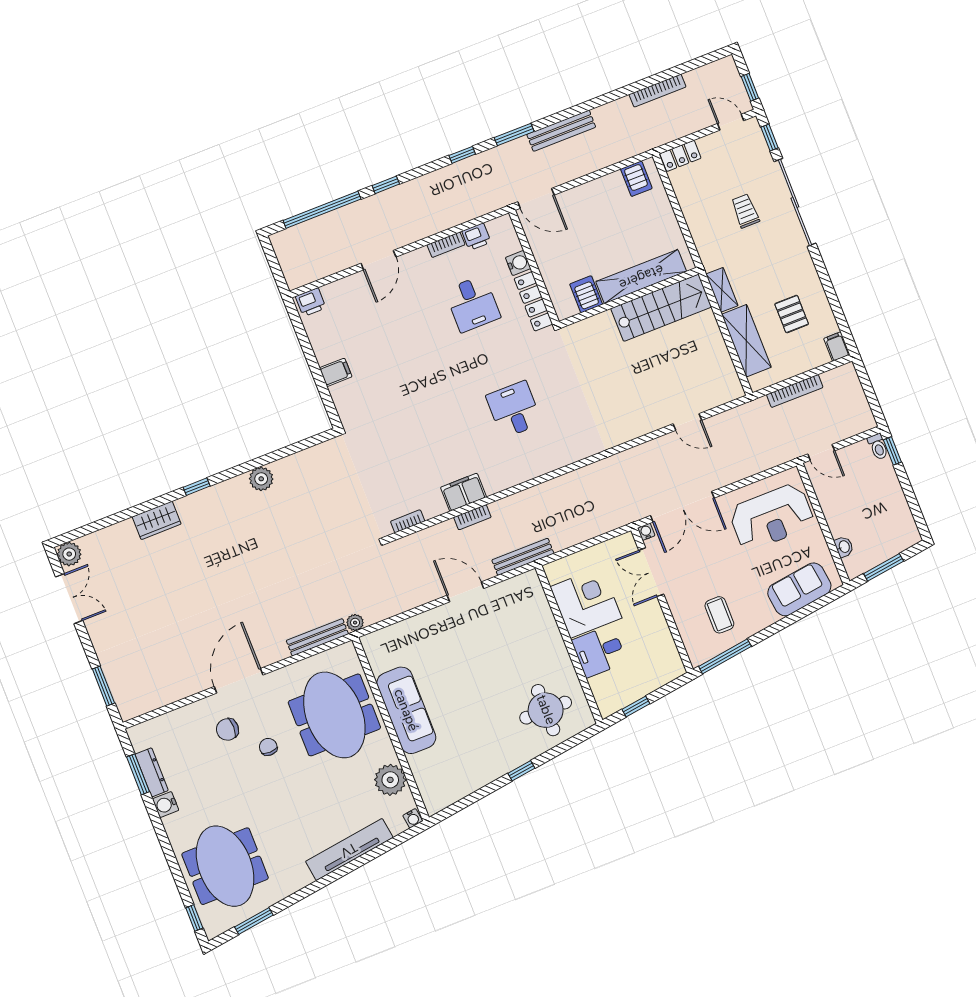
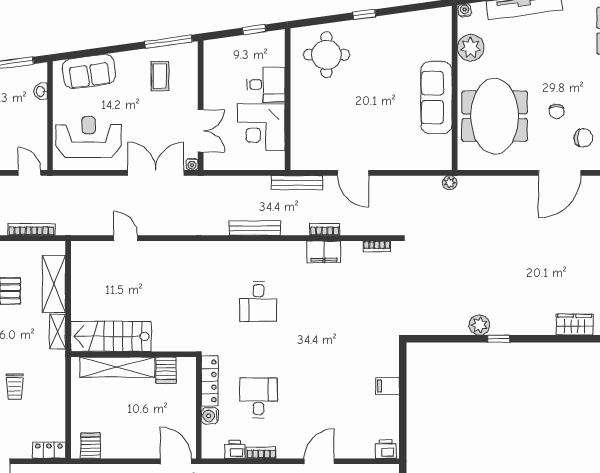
window: (197, 487) -> (499, 339), moved
bench: (317, 637) -> (255, 228), moved

